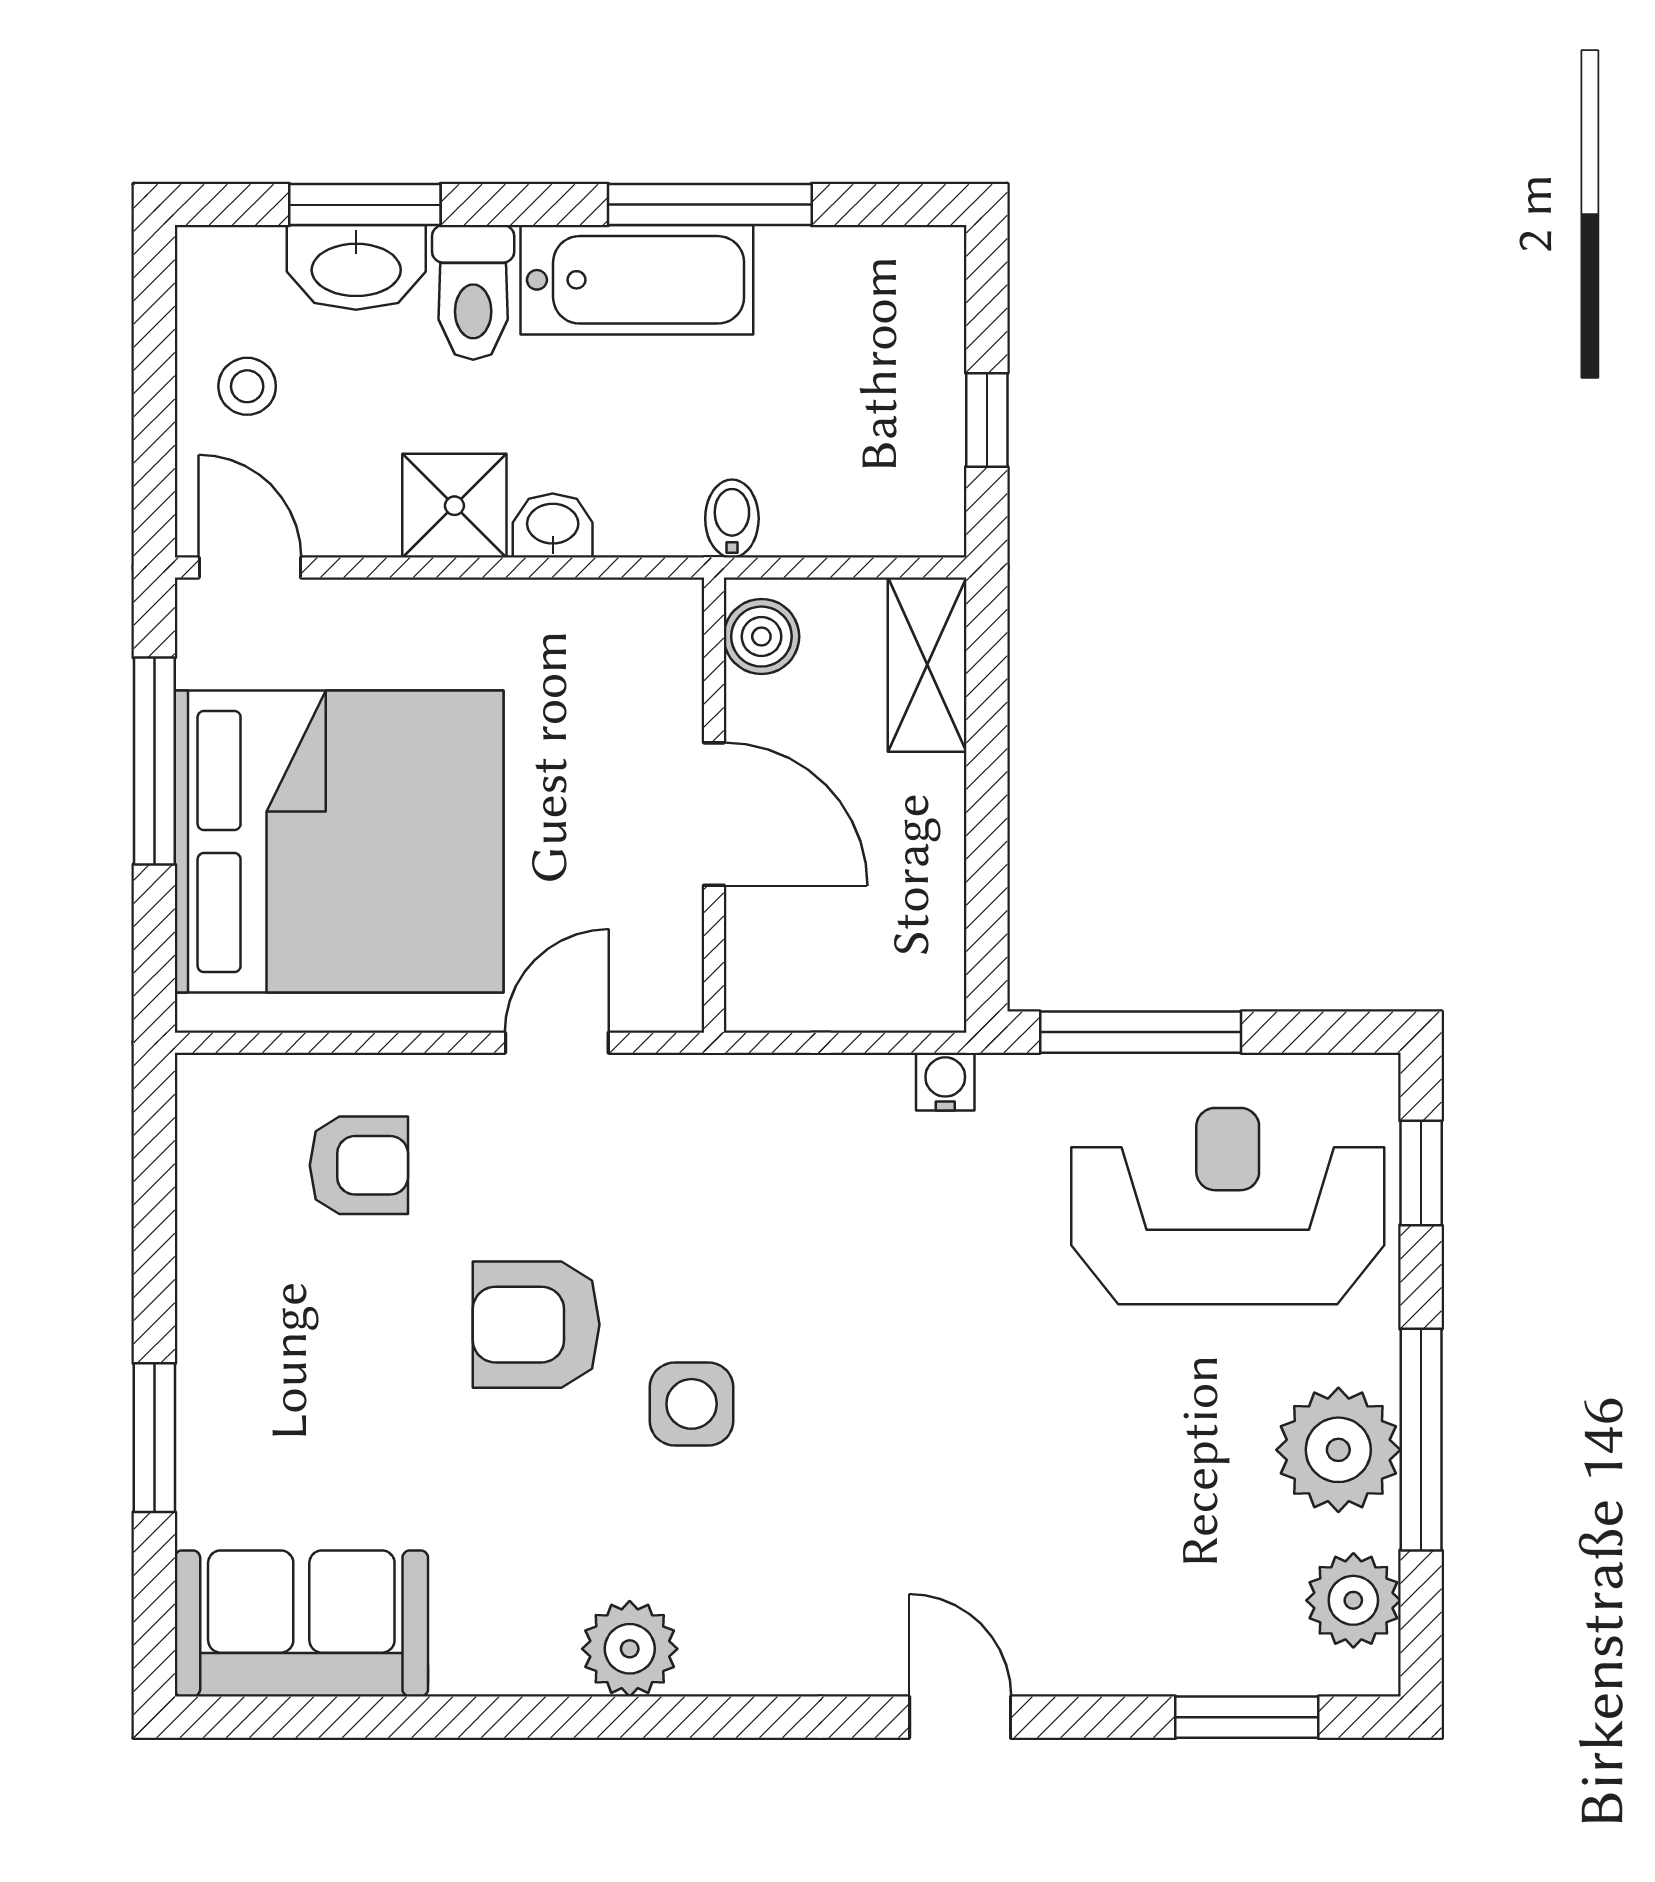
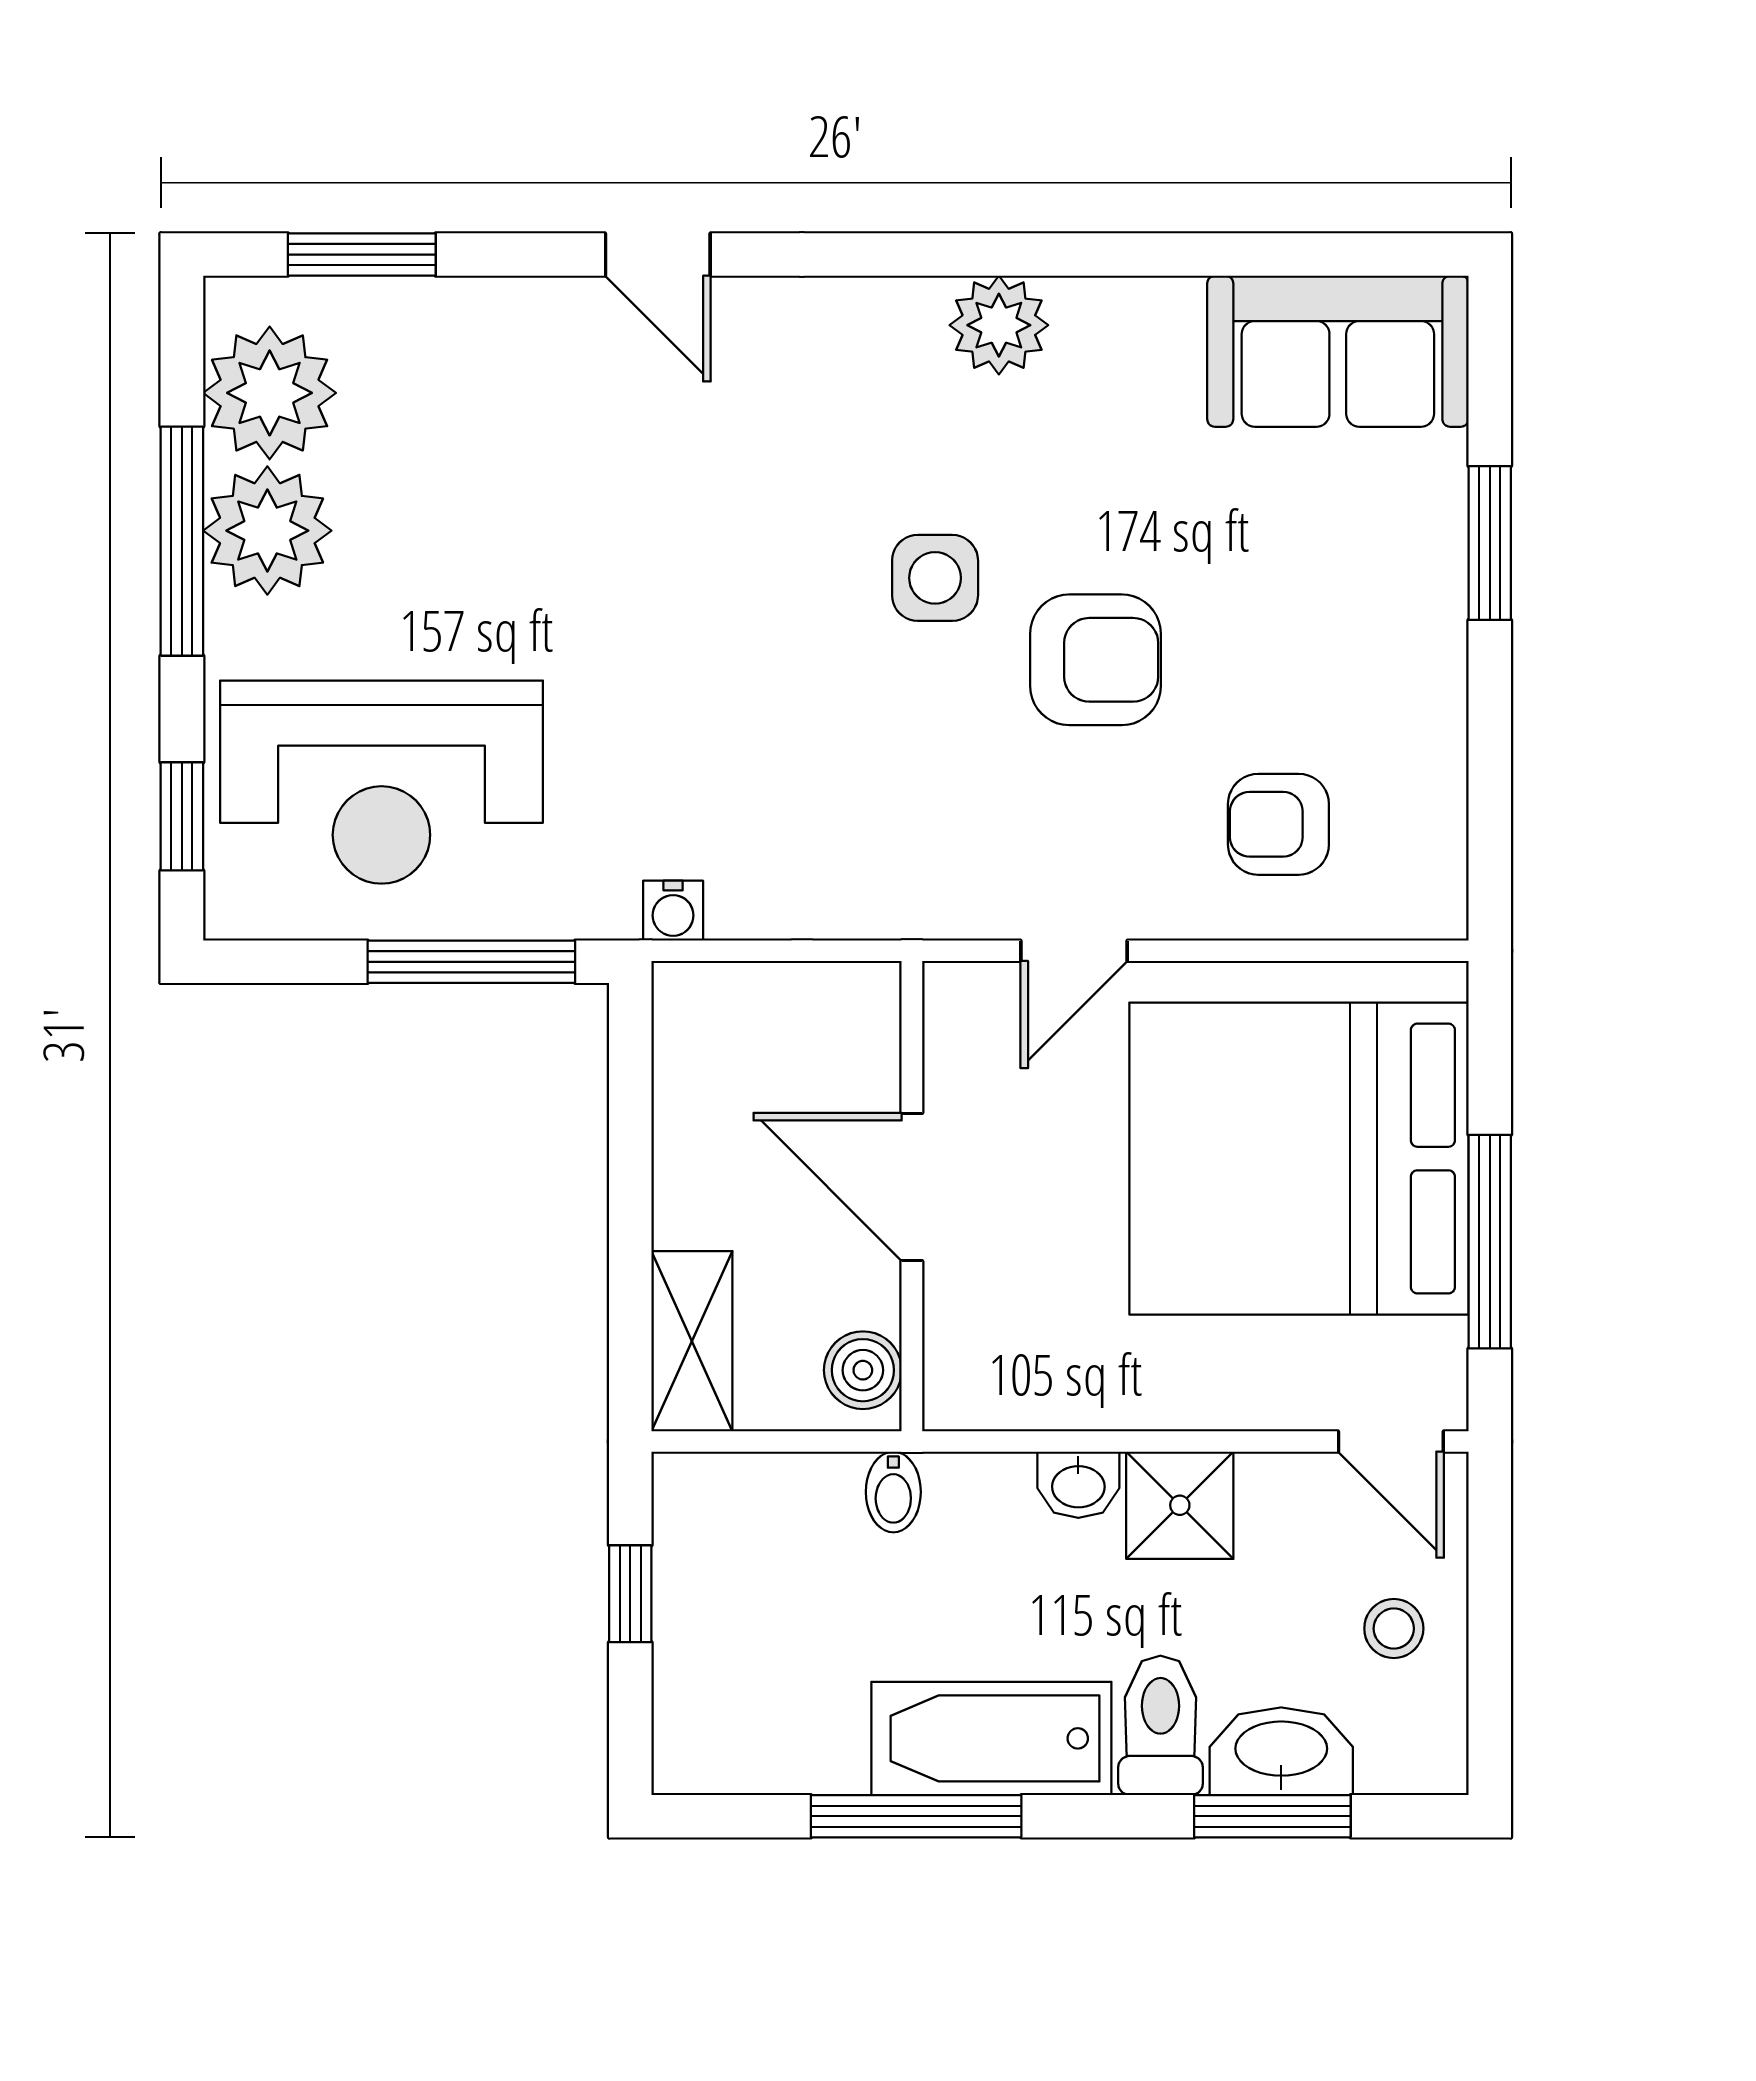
plant: (1353, 1600) -> (270, 393), width x1.36, depth x1.36

